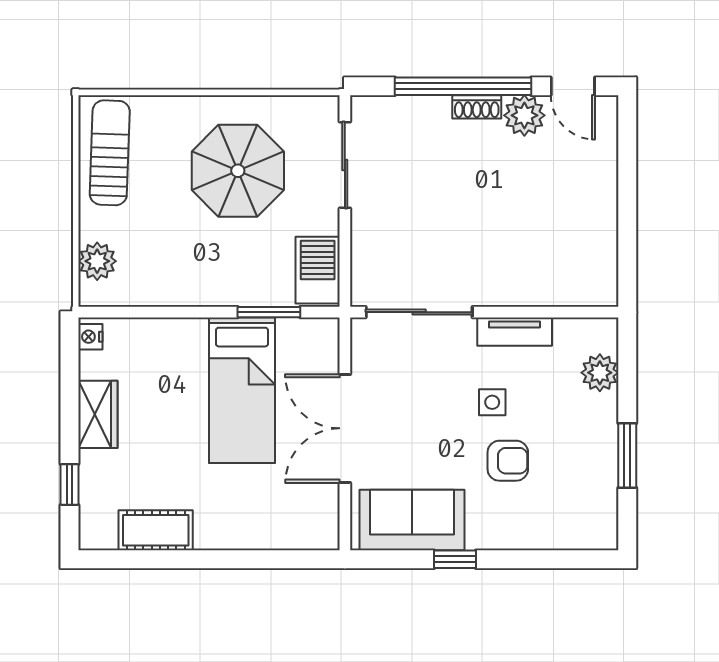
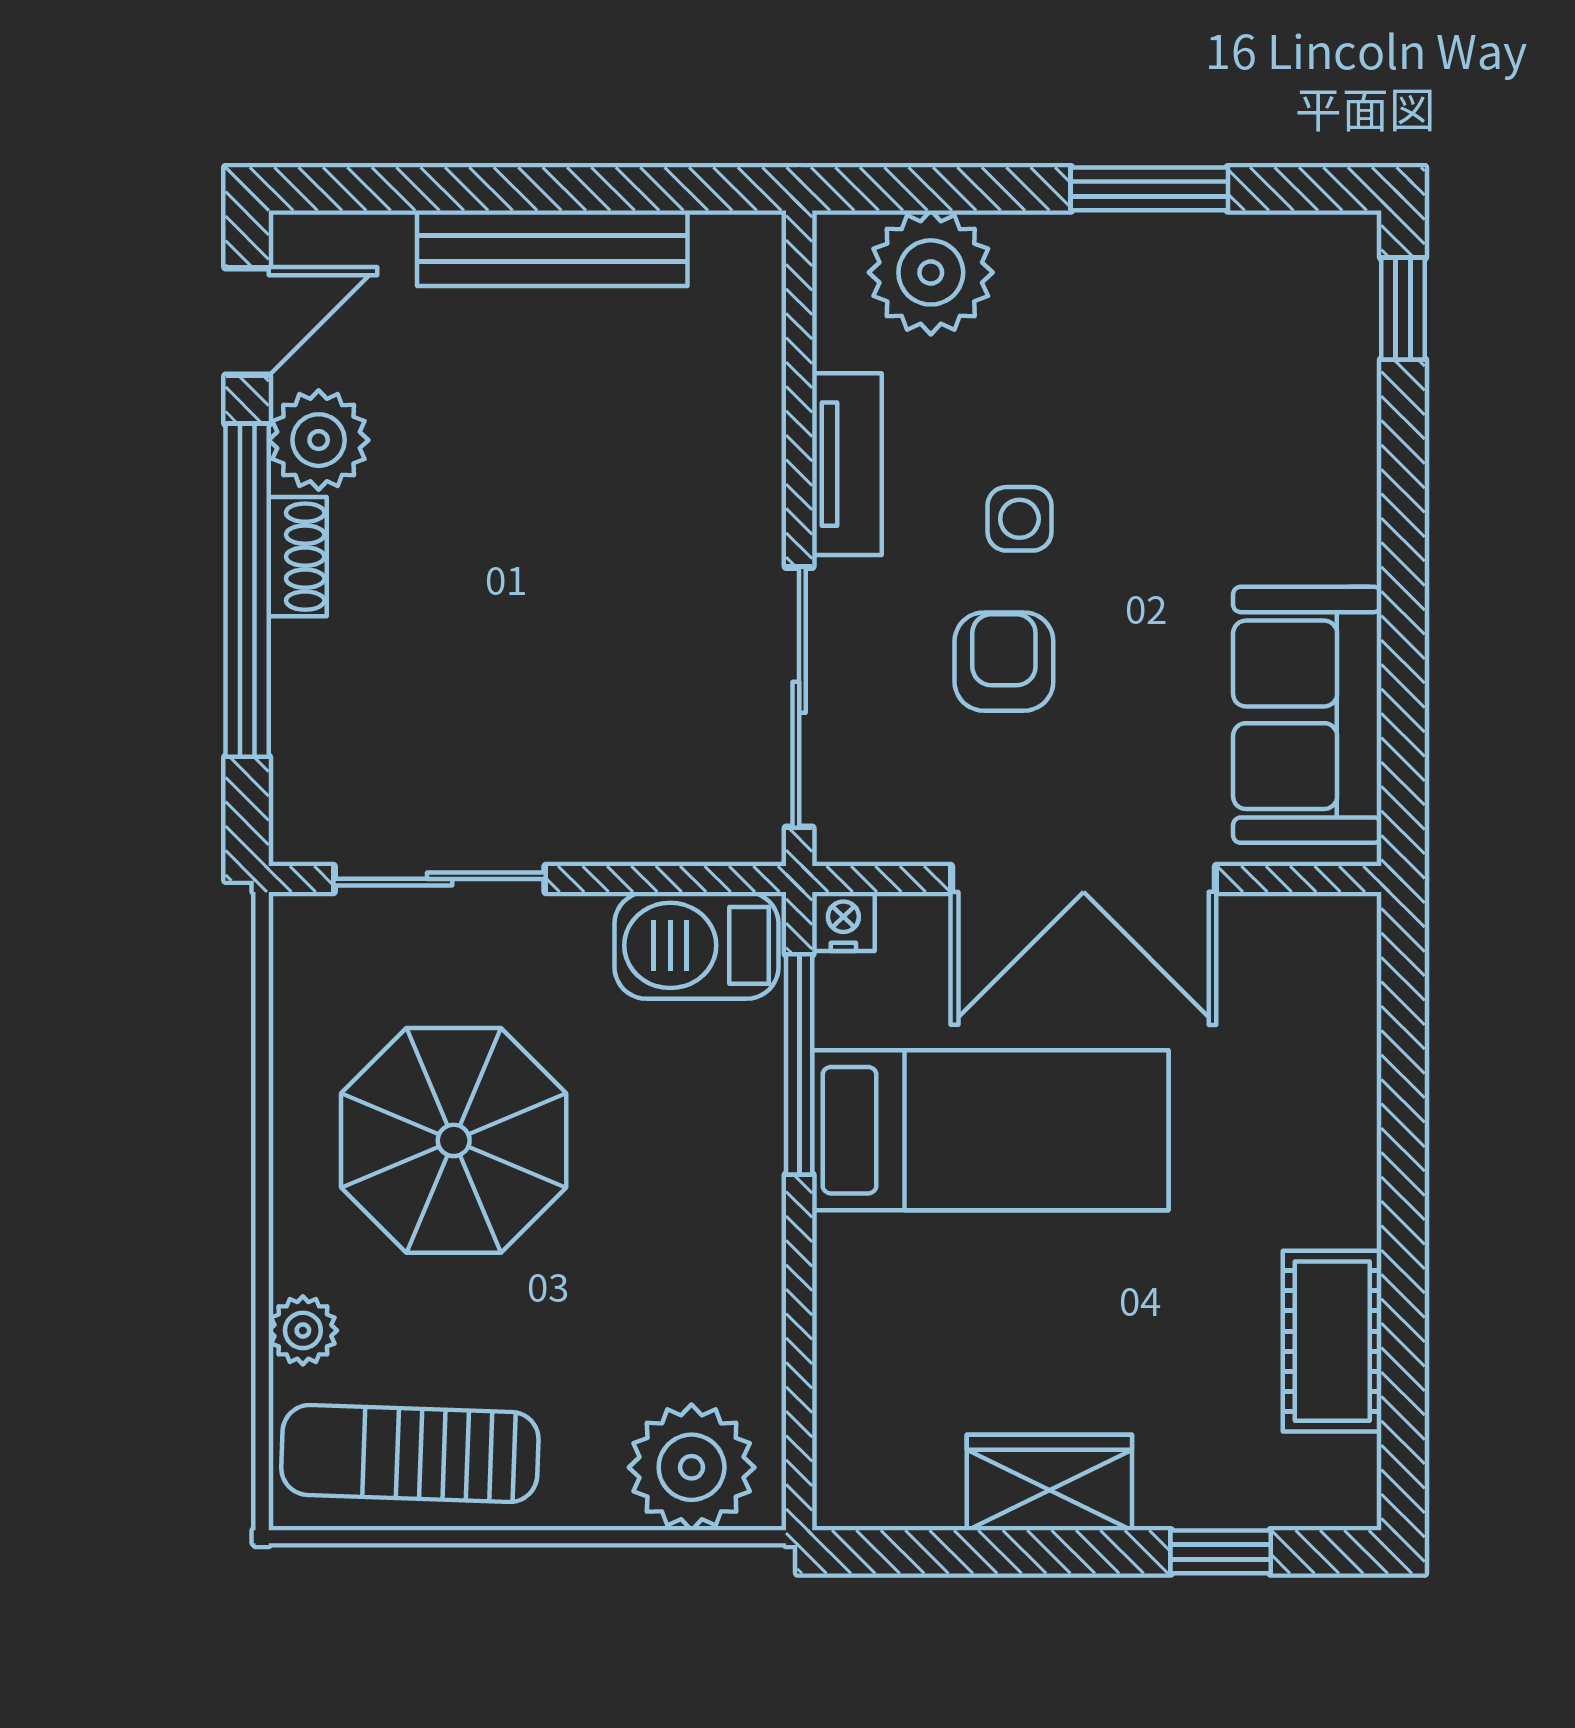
plant: (160, 109) -> (303, 1330), added
bench: (603, 211) -> (552, 248), added
plant: (97, 261) -> (692, 1467), width x1.36, depth x1.36
window: (269, 312) -> (799, 1064), width x1.44
nightstand: (90, 337) -> (843, 921), moved, turned 180
plant: (600, 373) -> (931, 272), width x1.36, depth x1.36
armchair: (508, 461) -> (1004, 662), moved
window: (455, 559) -> (1403, 309), moved

